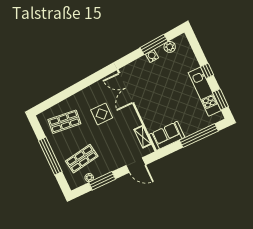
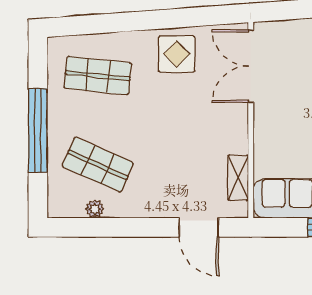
display table: (102, 114) -> (177, 54), moved
shop shelf: (82, 159) -> (98, 165), turned 33
window: (102, 181) -> (117, 227), removed

